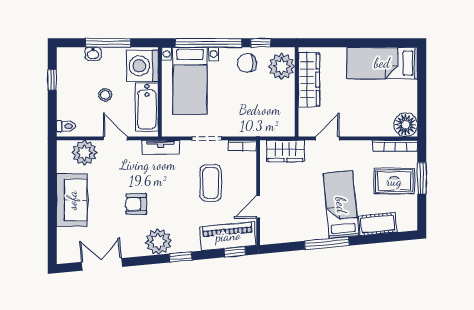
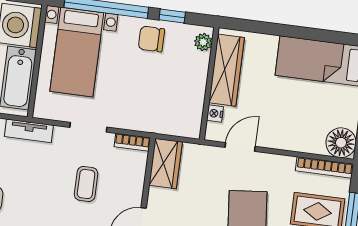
plant: (282, 66) -> (203, 42), width x0.53, depth x0.53
nightstand: (304, 115) -> (215, 113), added
wardrobe: (286, 151) -> (166, 163), moved, turned -90
coffee table: (211, 183) -> (86, 184), width x0.73, depth x0.77

